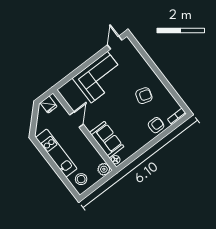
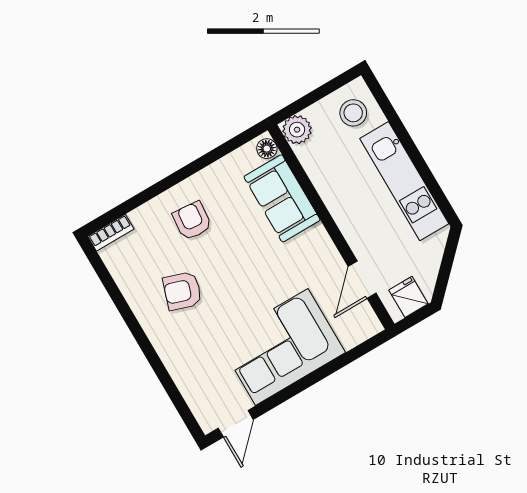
door: (77, 119) -> (362, 280), moved
armchair: (156, 125) -> (192, 221), moved, turned 95

